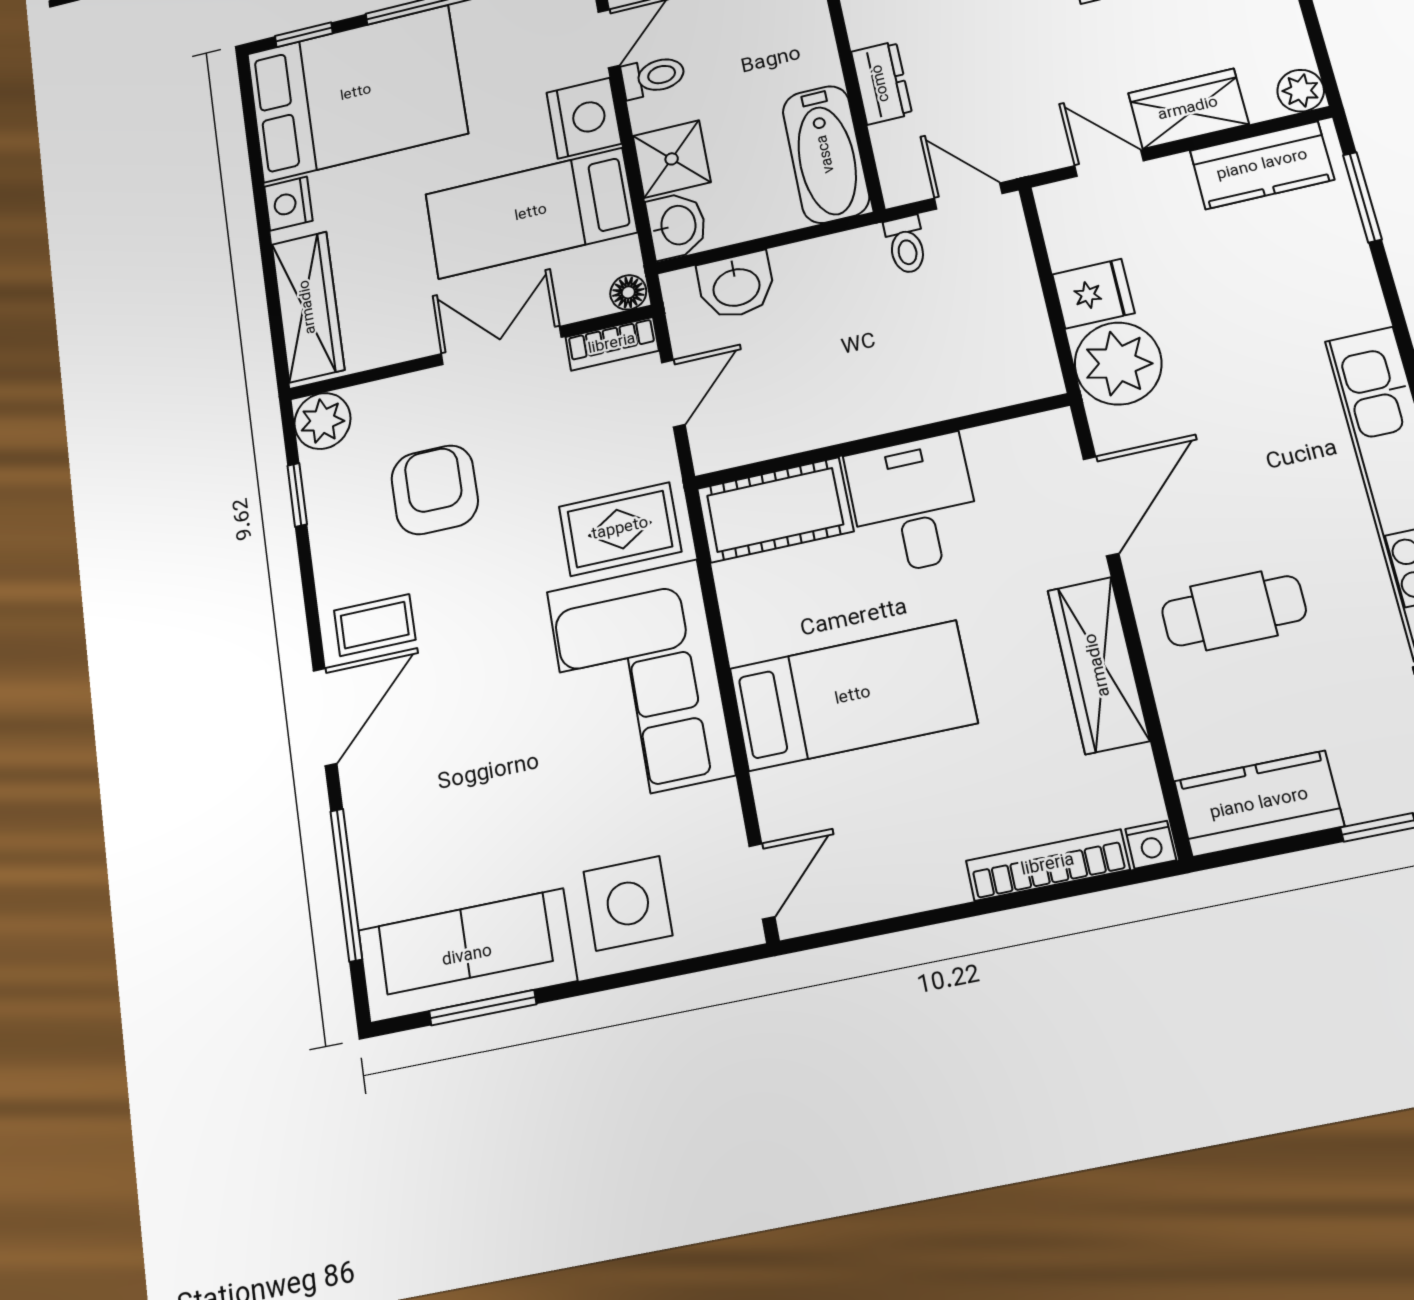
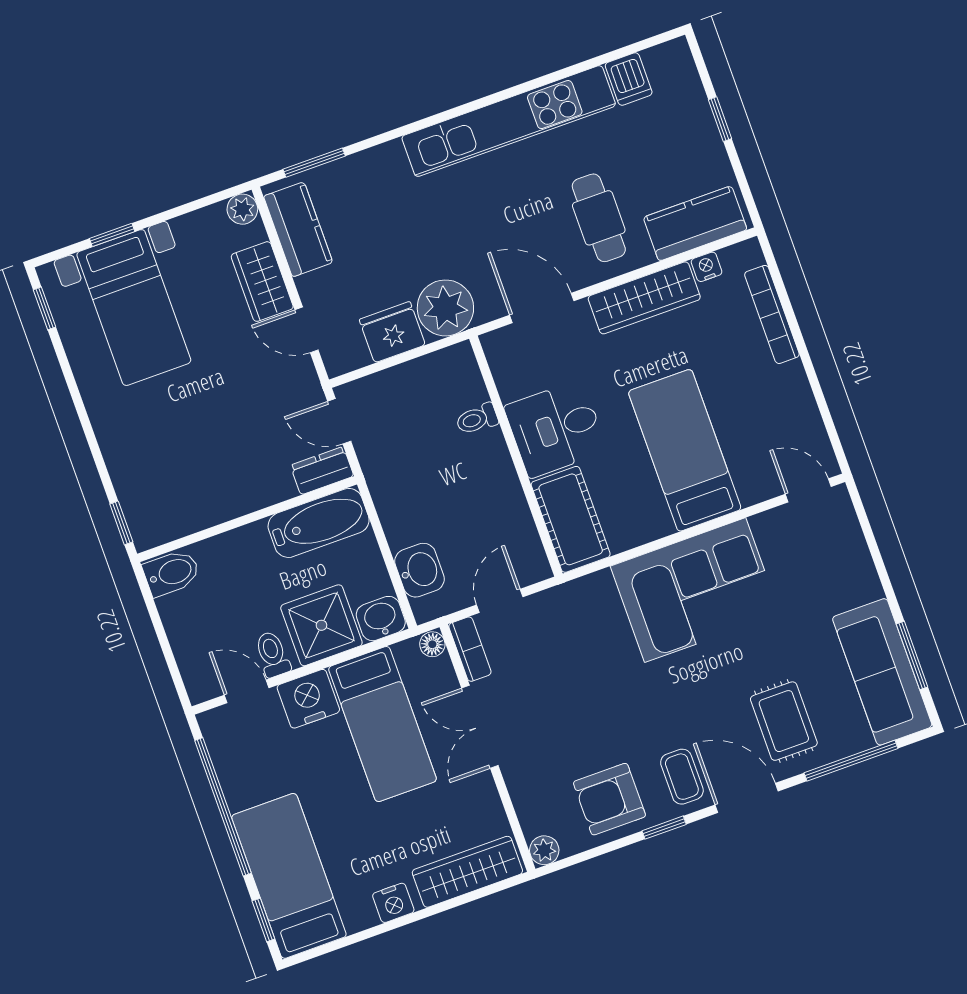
dresser: (881, 83) -> (322, 471), moved
bed: (356, 93) -> (289, 876), width x0.67
shower: (672, 159) -> (321, 625), width x1.36, depth x1.36
door: (1109, 163) -> (306, 330), hinge flipped
door: (968, 196) -> (339, 421), hinge flipped
toilet: (906, 245) -> (477, 419), moved, turned 180
fridge: (1093, 294) -> (392, 332), width x1.38
door: (673, 393) -> (500, 601), hinge flipped
plant: (322, 421) -> (544, 850), width x0.73, depth x0.73
armchair: (435, 490) -> (609, 799), moved
window: (297, 495) -> (664, 828), moved
rug: (620, 529) -> (784, 721), moved
kitchen counter: (1259, 804) -> (695, 223), moved, turned 90
nightstand: (1151, 845) -> (707, 267), moved, turned -90
side table: (628, 903) -> (835, 574), removed

